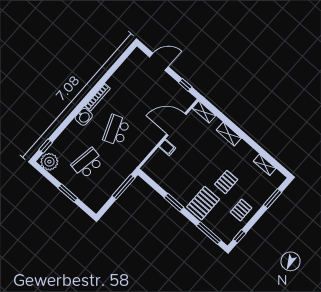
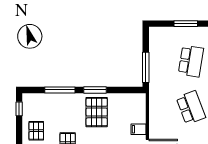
pallet: (203, 203) -> (97, 112), moved
window: (209, 233) -> (60, 90), moved

